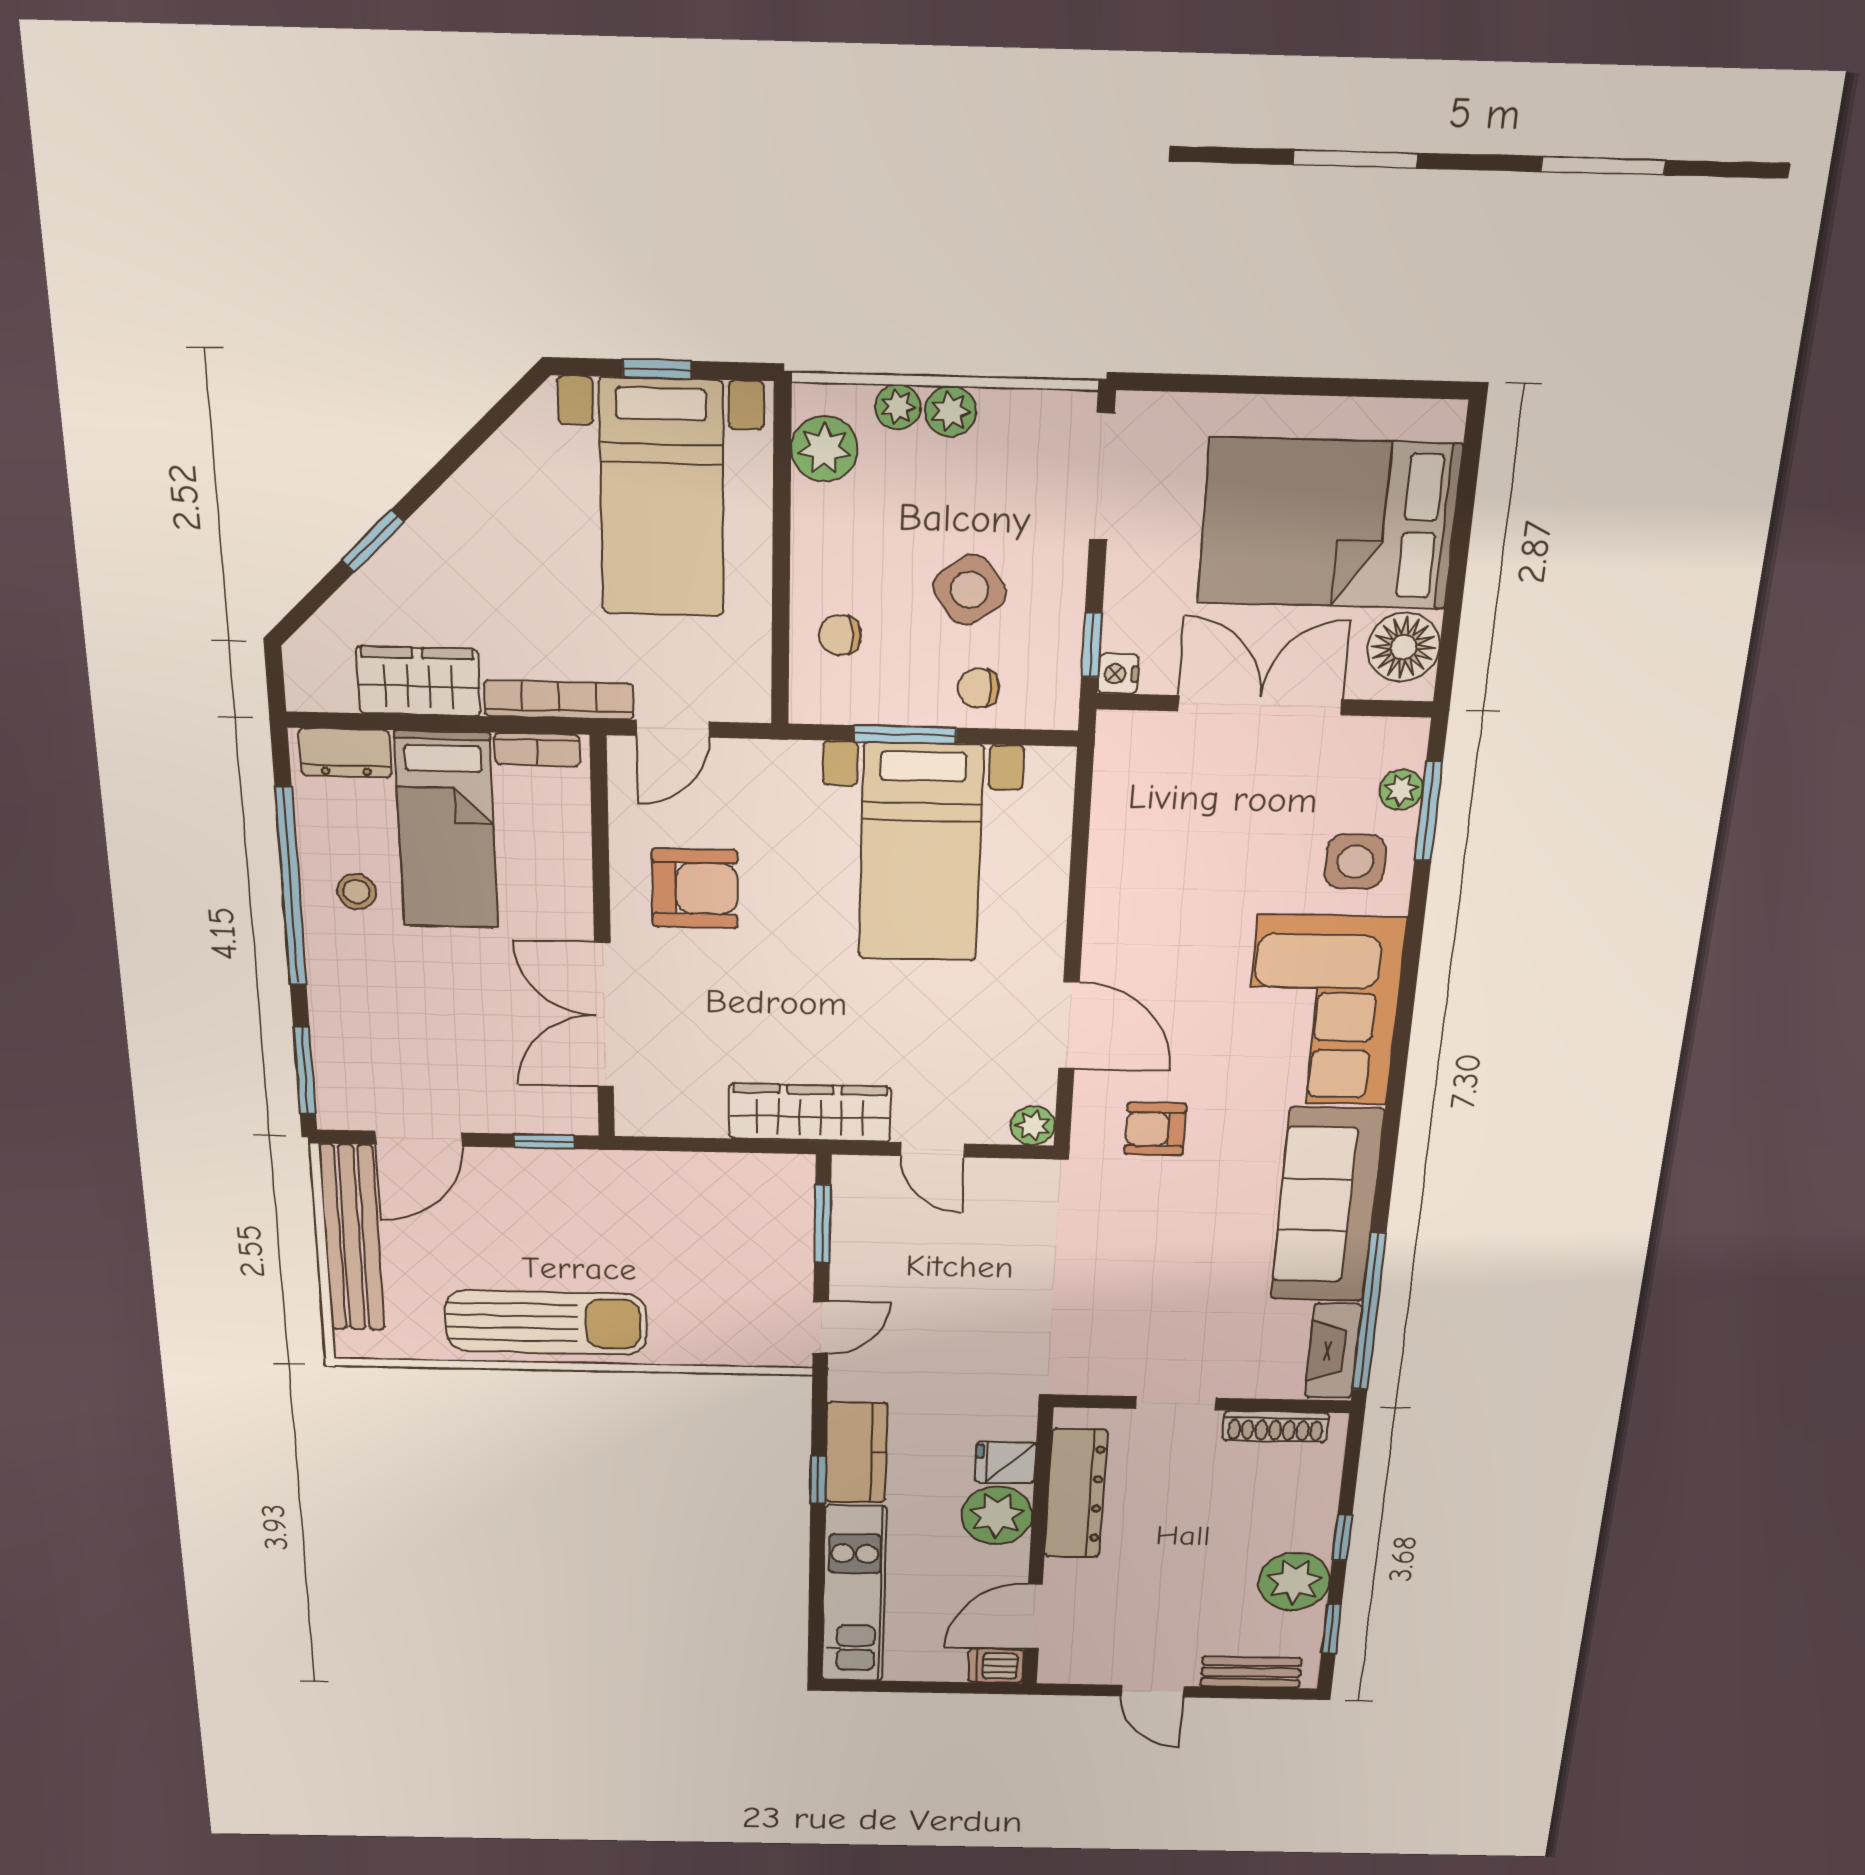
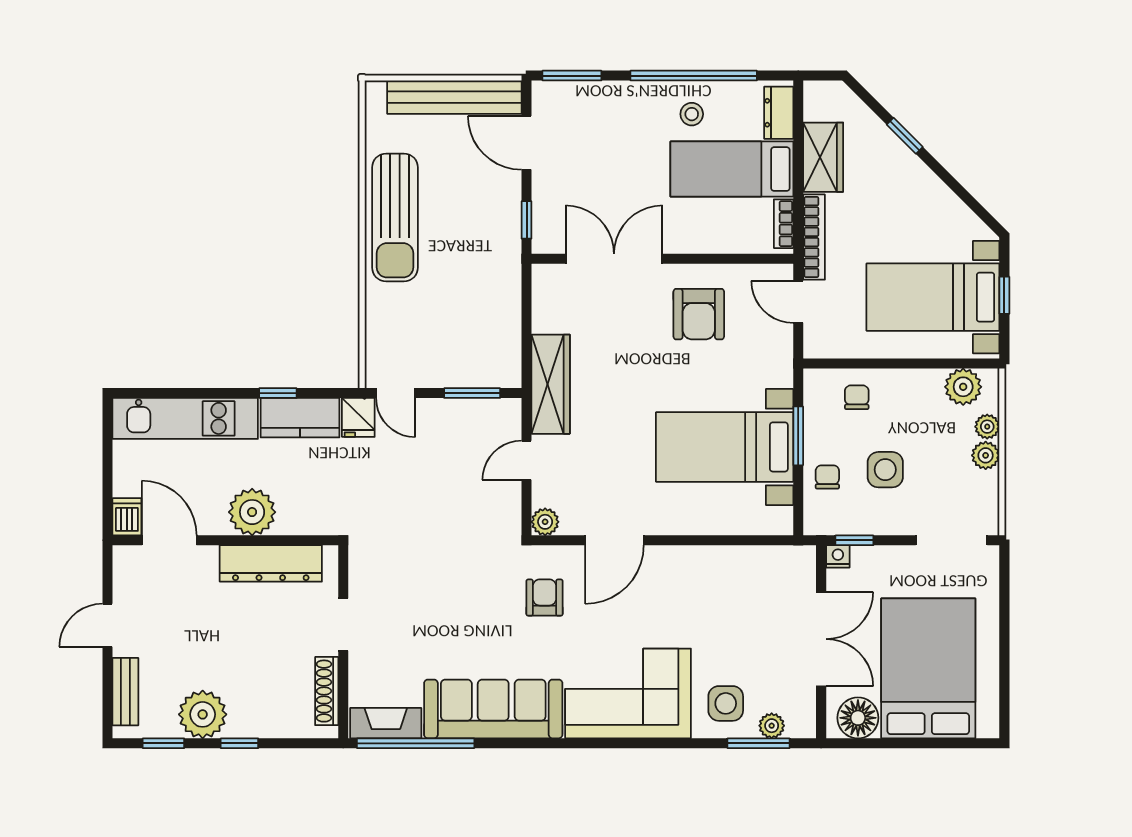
side table: (969, 590) -> (885, 470), turned 36
fridge: (1006, 1462) -> (358, 417), moved, turned 180

